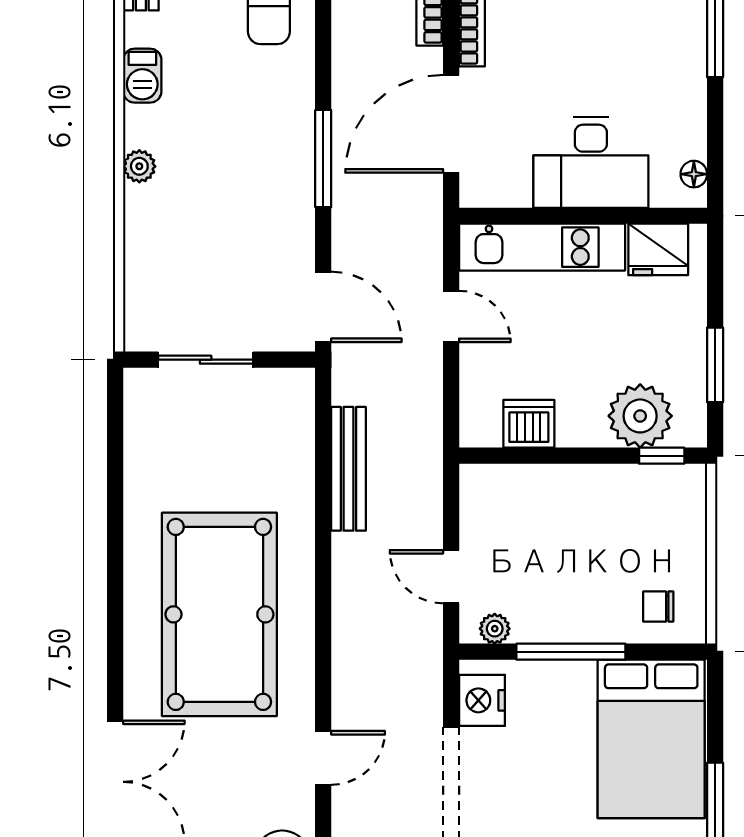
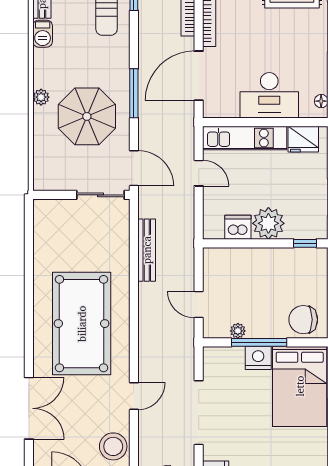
barbecue: (142, 76) -> (43, 34), moved
parasol: (230, 204) -> (87, 116), added
sliding door: (206, 360) -> (100, 195), moved
plant: (640, 416) -> (268, 223), moved
chair: (658, 606) -> (303, 320), width x1.87, depth x1.87
plant: (495, 629) -> (238, 331), moved
nightstand: (482, 700) -> (258, 358), moved, turned 90

